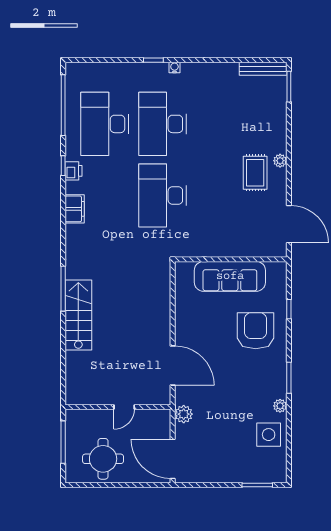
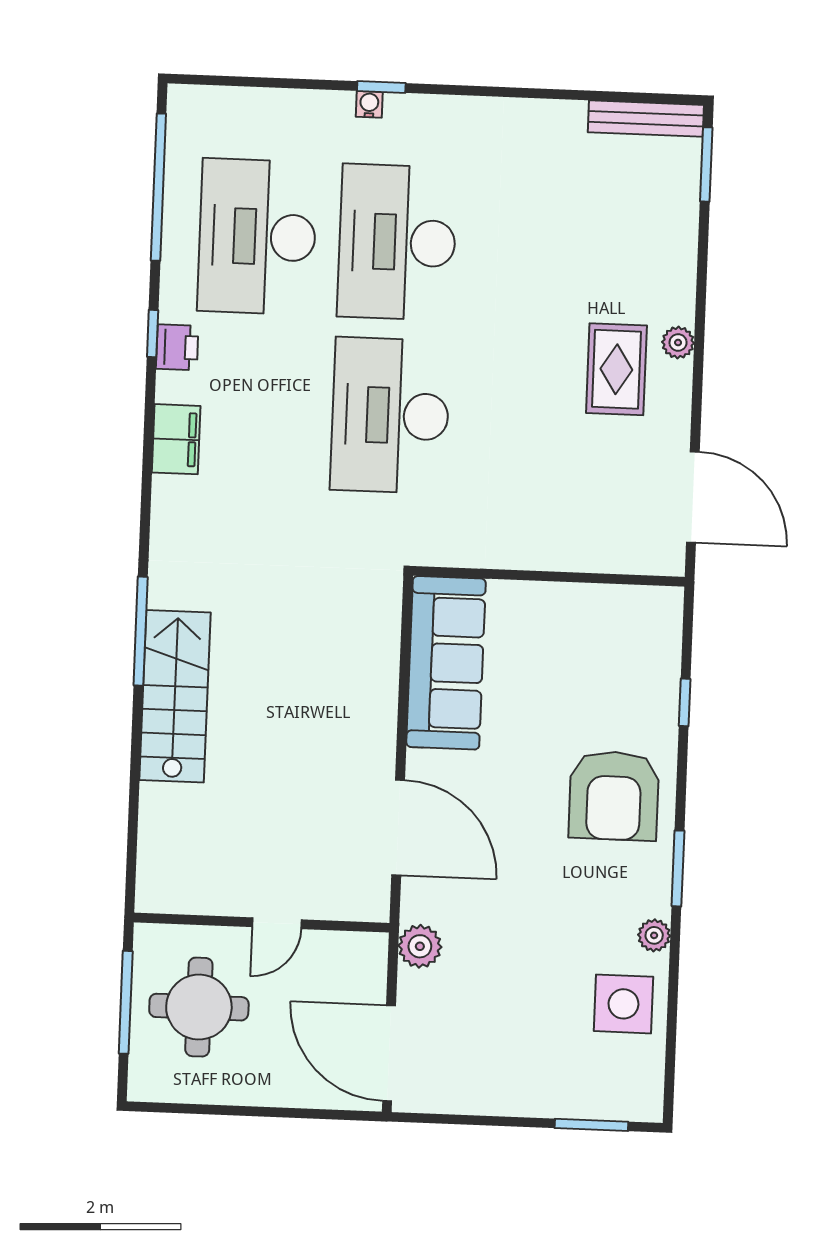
water cooler: (174, 67) -> (369, 104), moved
sofa: (230, 276) -> (446, 663), moved, turned -90
armchair: (256, 331) -> (614, 796), moved, turned 180
round table: (103, 459) -> (199, 1007), moved

